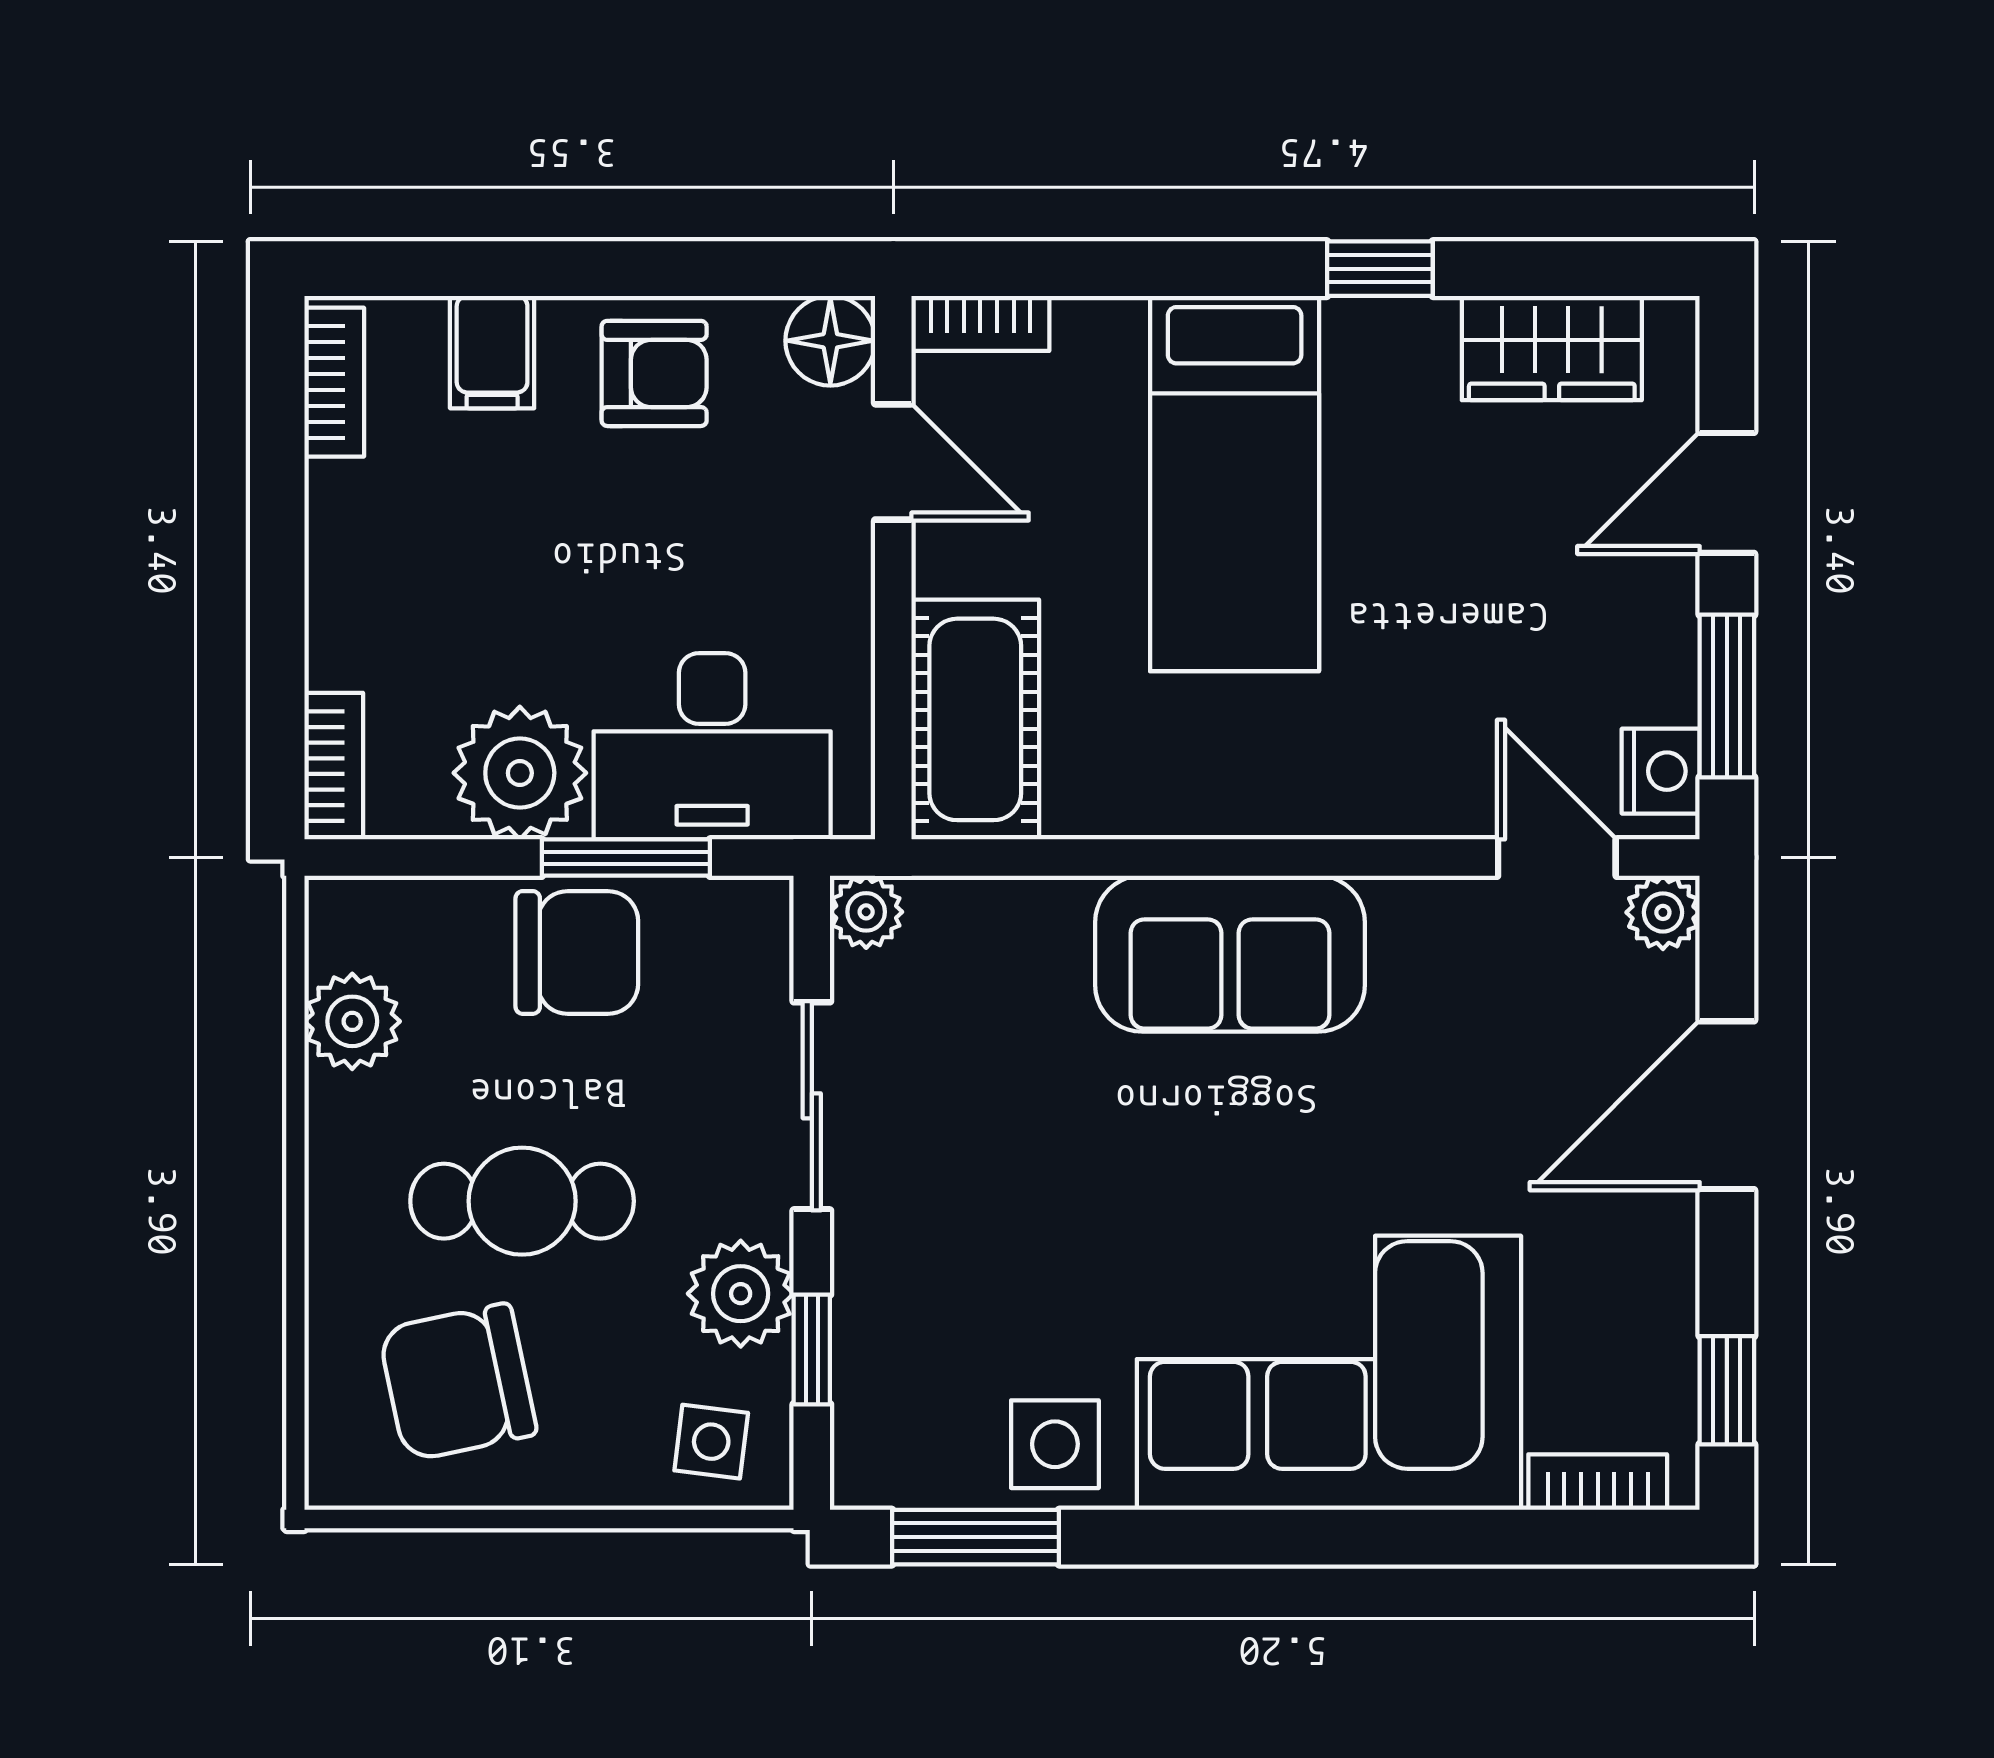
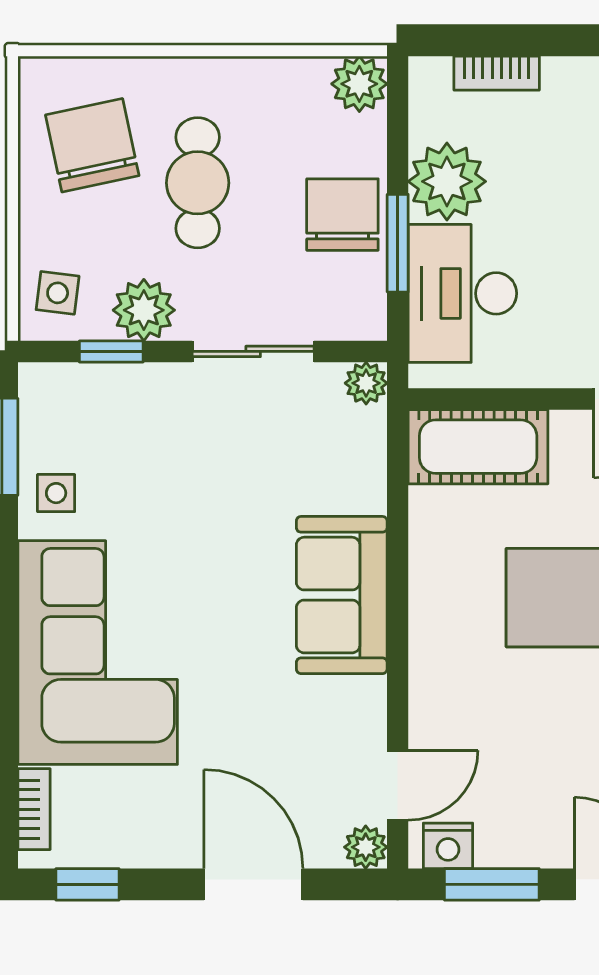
bookcase: (334, 766) -> (497, 73), moved
chair: (577, 952) -> (342, 215), turned 180
plant: (352, 1021) -> (359, 84), moved
side table: (1055, 1444) -> (56, 493), width x0.73, depth x0.73

